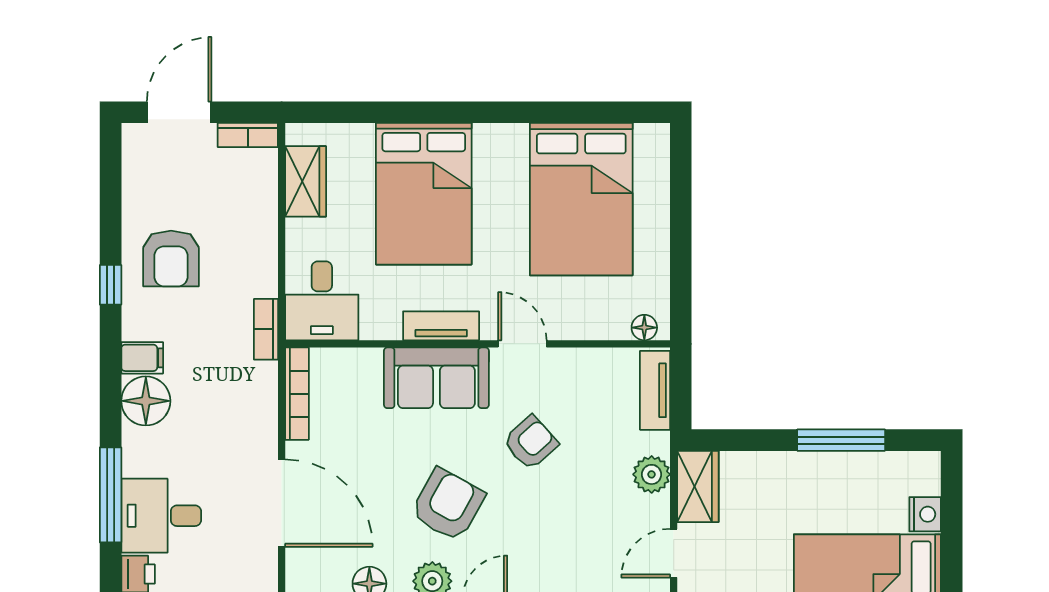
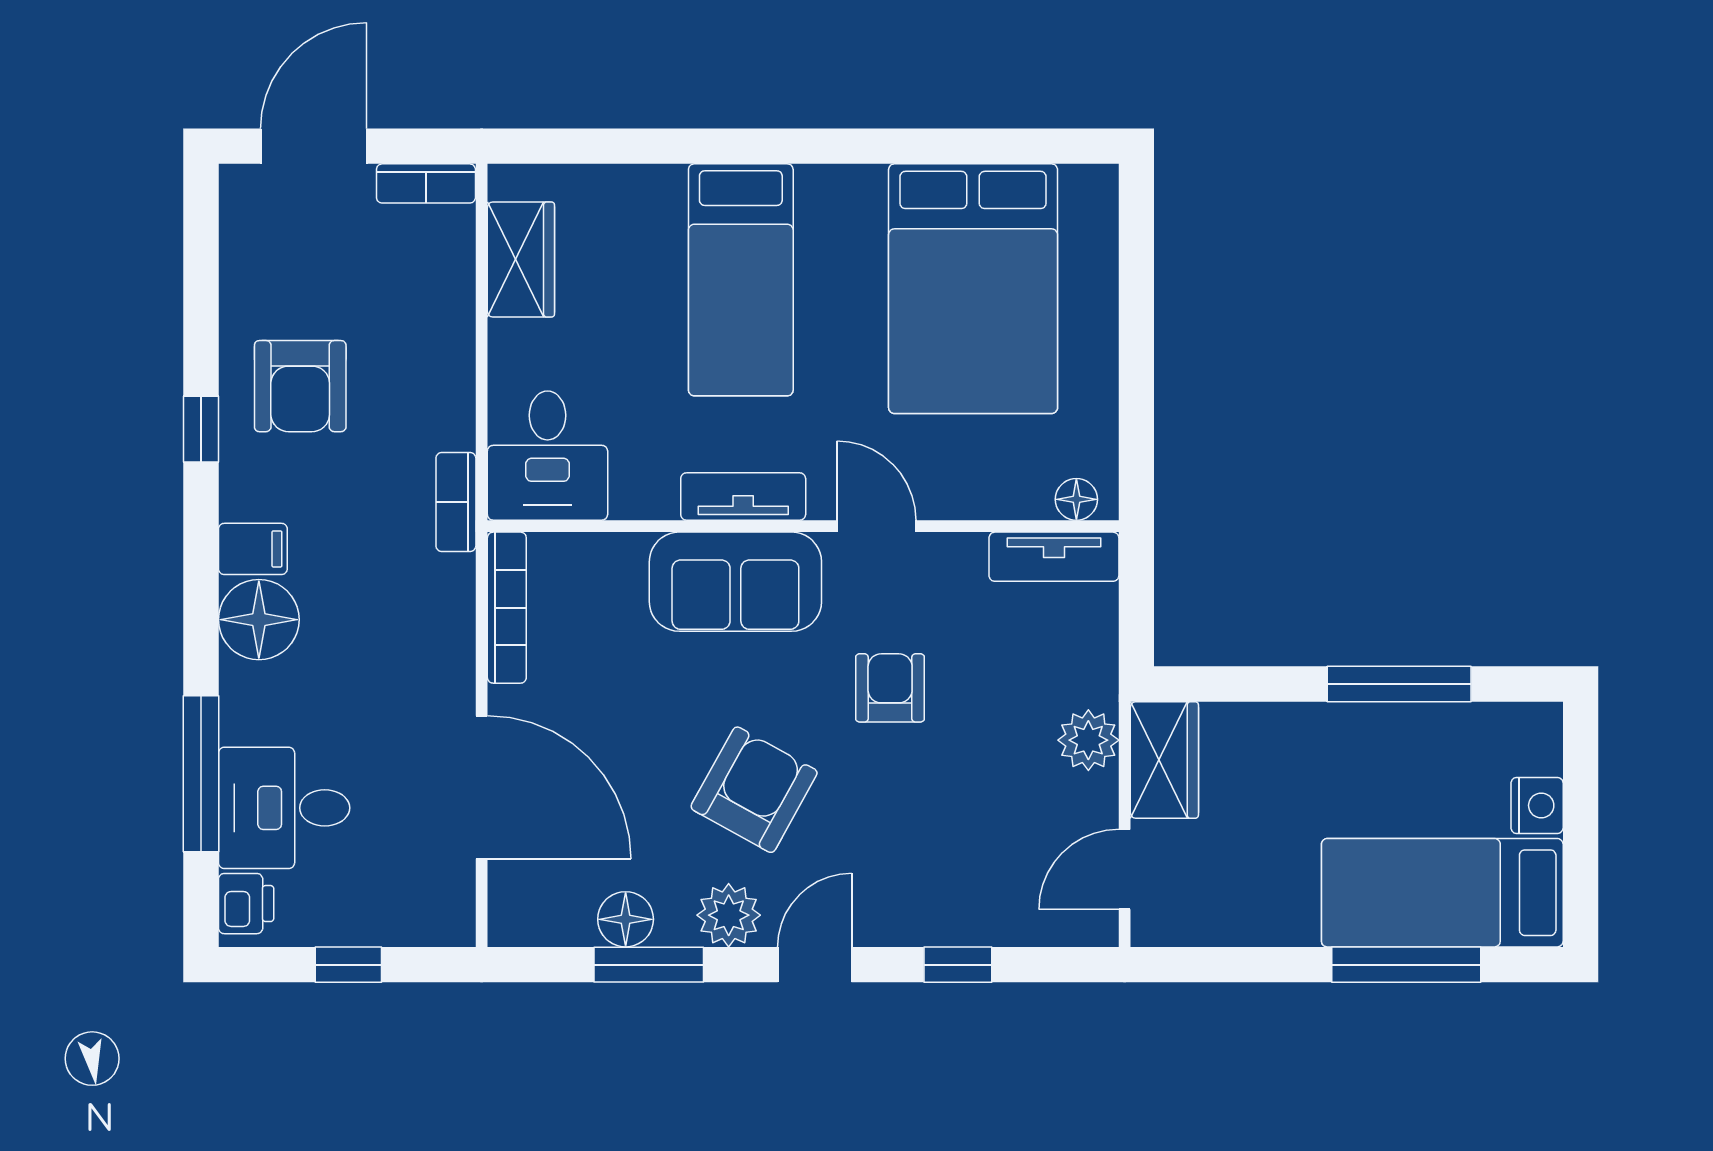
bed: (424, 194) -> (741, 280), width x0.67
tv unit: (655, 390) -> (1054, 557), moved, turned -90
armchair: (531, 443) -> (890, 688), turned -48

